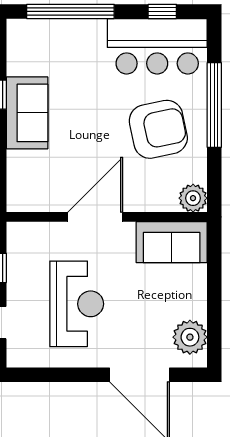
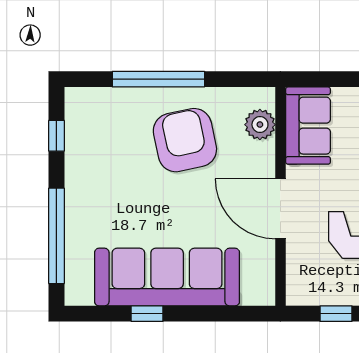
bar counter: (157, 46) -> (94, 141), removed
sofa: (27, 113) -> (167, 277), width x1.85, depth x1.27
plant: (193, 198) -> (260, 125), moved

